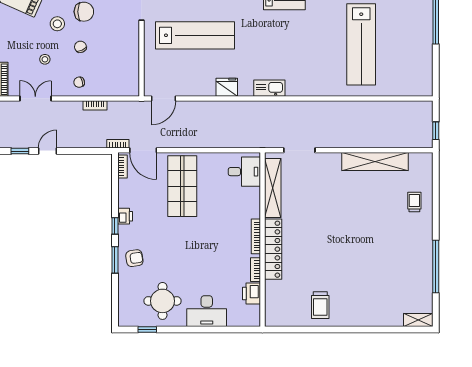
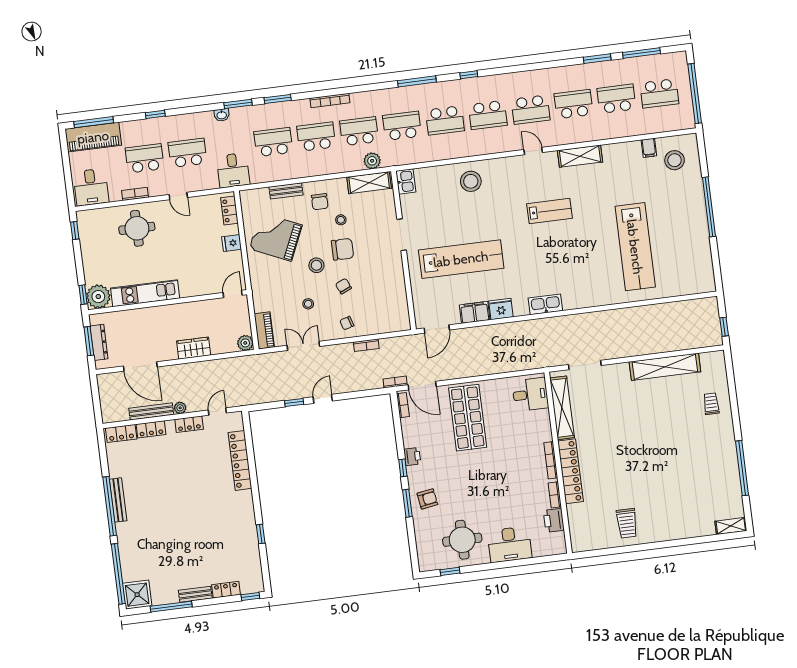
filing cabinet: (201, 87) -> (475, 312), added

